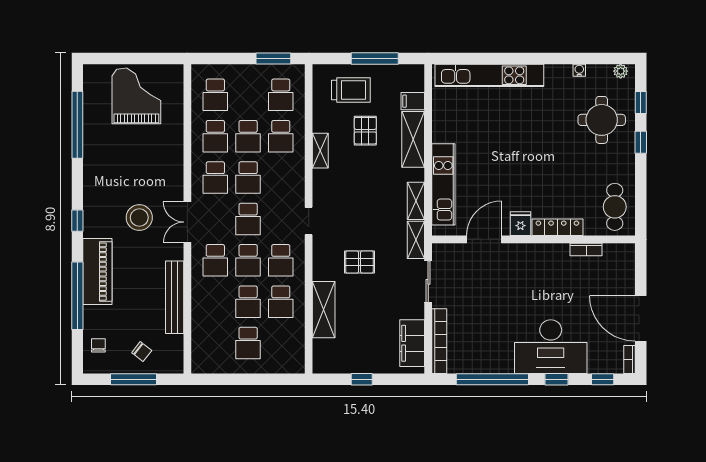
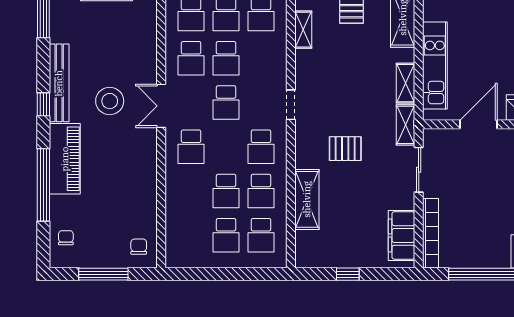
school desk: (248, 260) -> (261, 235), moved
bench: (175, 297) -> (59, 83), moved
chair: (142, 352) -> (139, 247), moved, turned -128

